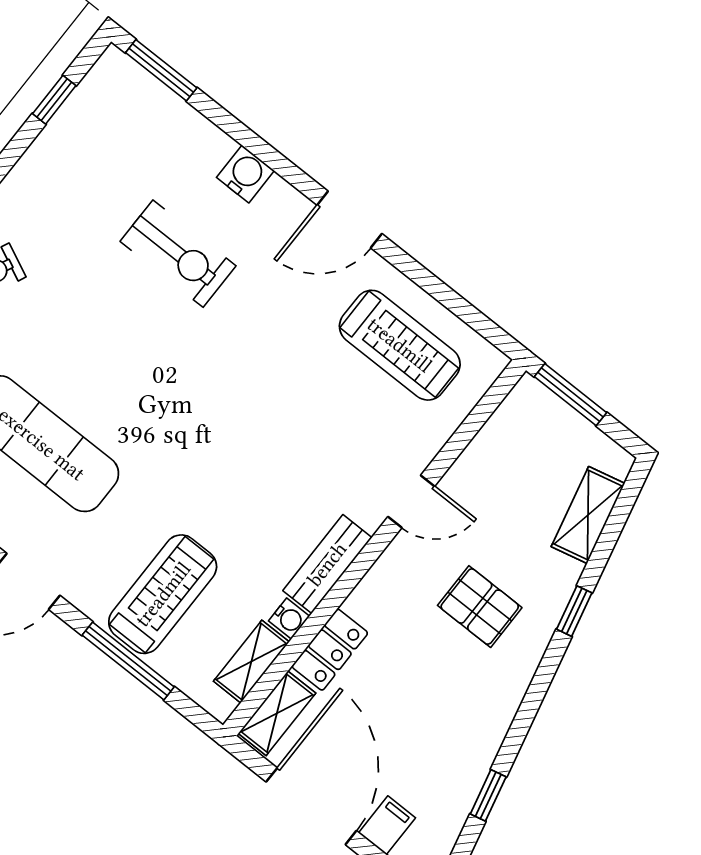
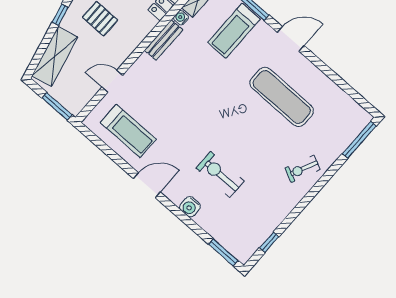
treadmill: (400, 345) -> (128, 131), turned 180
door: (411, 501) -> (112, 81), moved
shelving: (588, 515) -> (55, 56), width x1.50, depth x1.33

